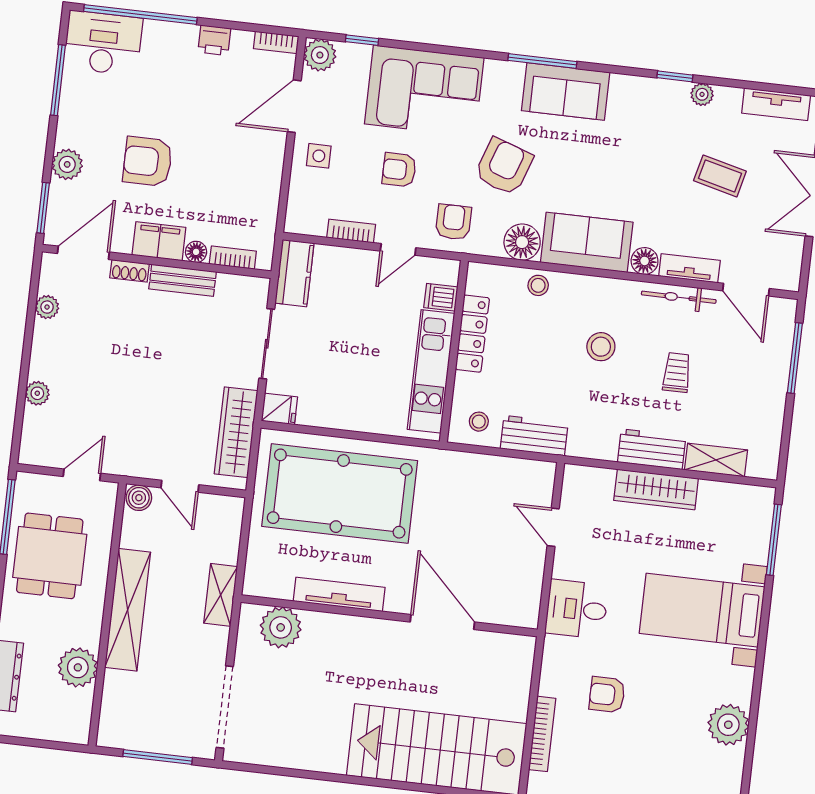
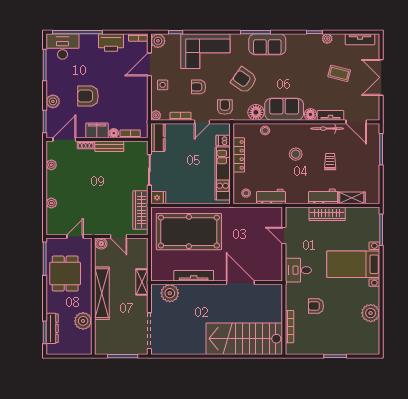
printer: (214, 40) -> (111, 43), width x1.87, depth x1.48
armchair: (504, 166) -> (244, 80), turned -74
plant: (295, 223) -> (156, 115), added

